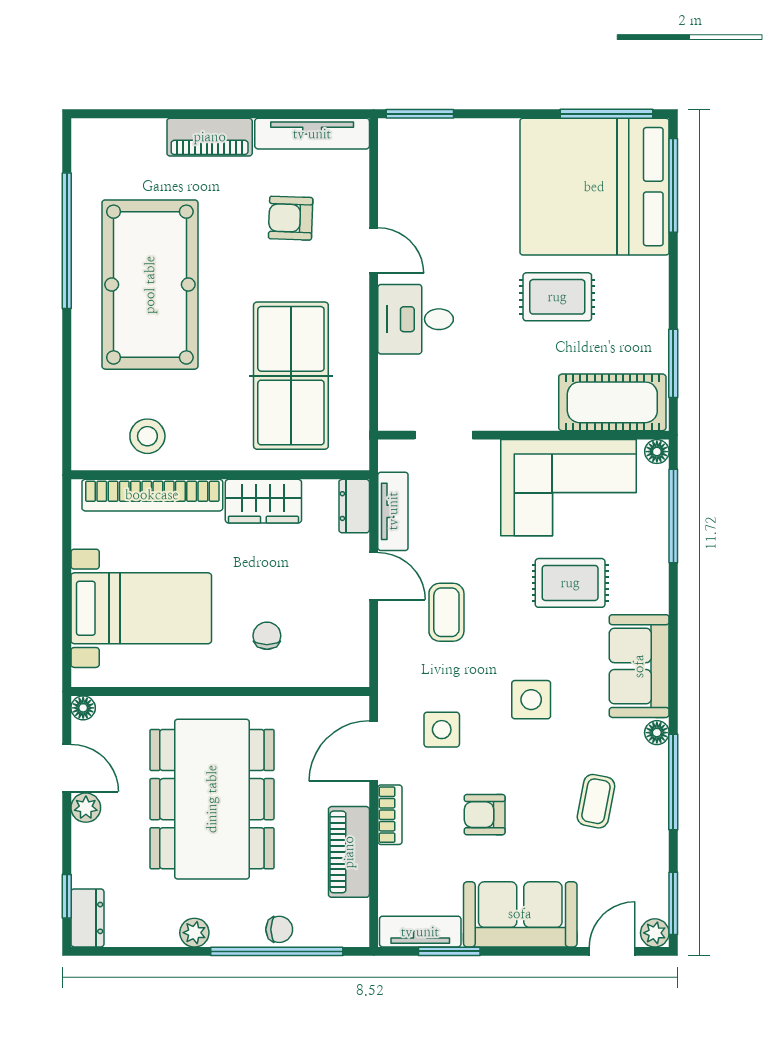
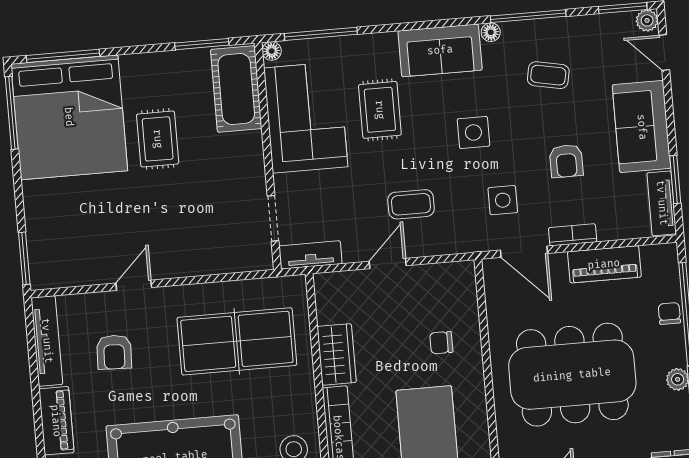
desk: (416, 319) -> (185, 248), removed
dresser: (354, 506) -> (334, 283), removed
tv unit: (393, 511) -> (310, 255), moved

